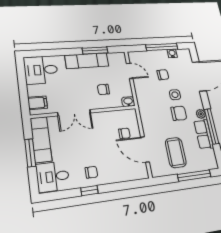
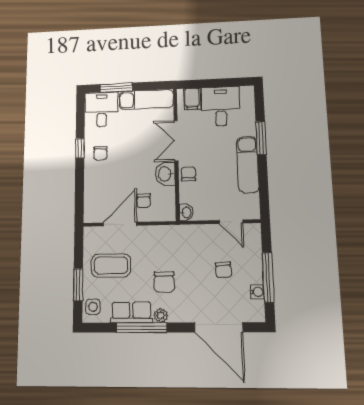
window: (95, 50) -> (261, 138), moved
desk: (41, 70) -> (221, 106), moved
door: (130, 71) -> (231, 222), hinge flipped
chair: (103, 89) -> (188, 174), moved
side table: (175, 95) -> (93, 307), moved
washbasin: (102, 119) -> (165, 174), added
window: (30, 153) -> (116, 88), moved
window: (194, 176) -> (78, 285), width x0.69

